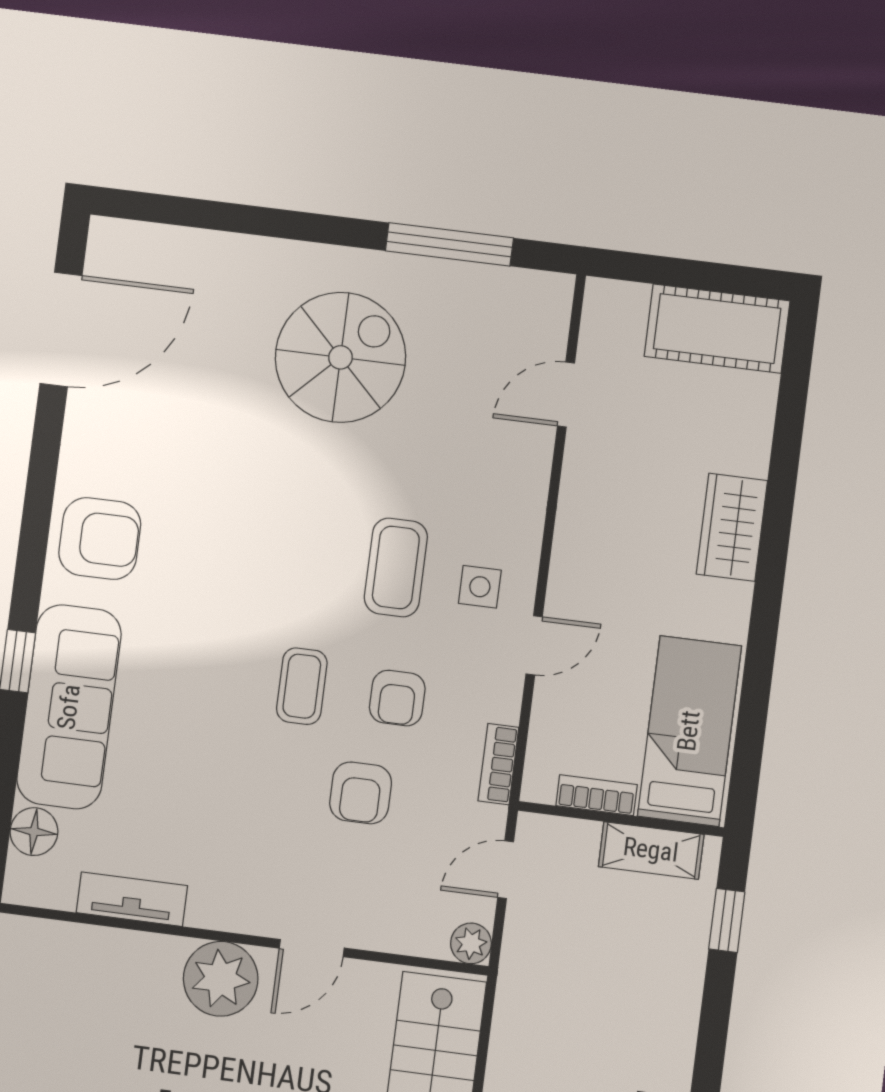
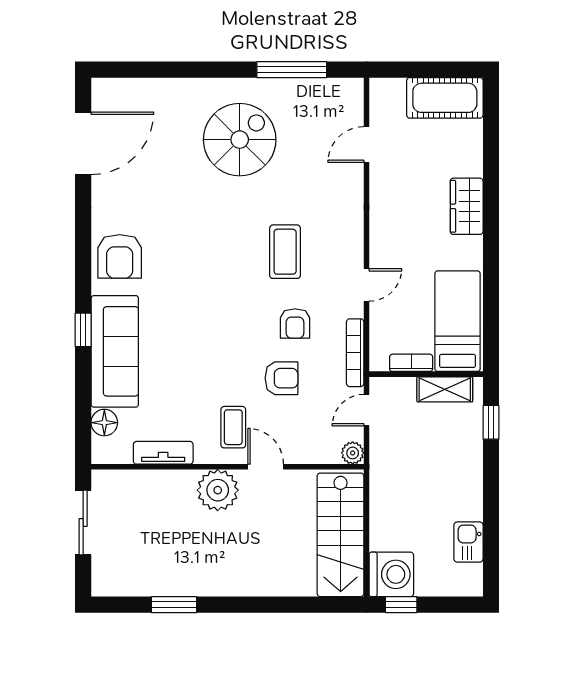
armchair: (100, 539) -> (120, 256), turned 90
side table: (480, 587) -> (333, 256), removed
coffee table: (302, 686) -> (233, 427), moved
bookcase: (498, 764) -> (355, 353), width x1.56
armchair: (361, 793) -> (282, 378), turned -90
door: (312, 948) -> (266, 467), swing flipped

